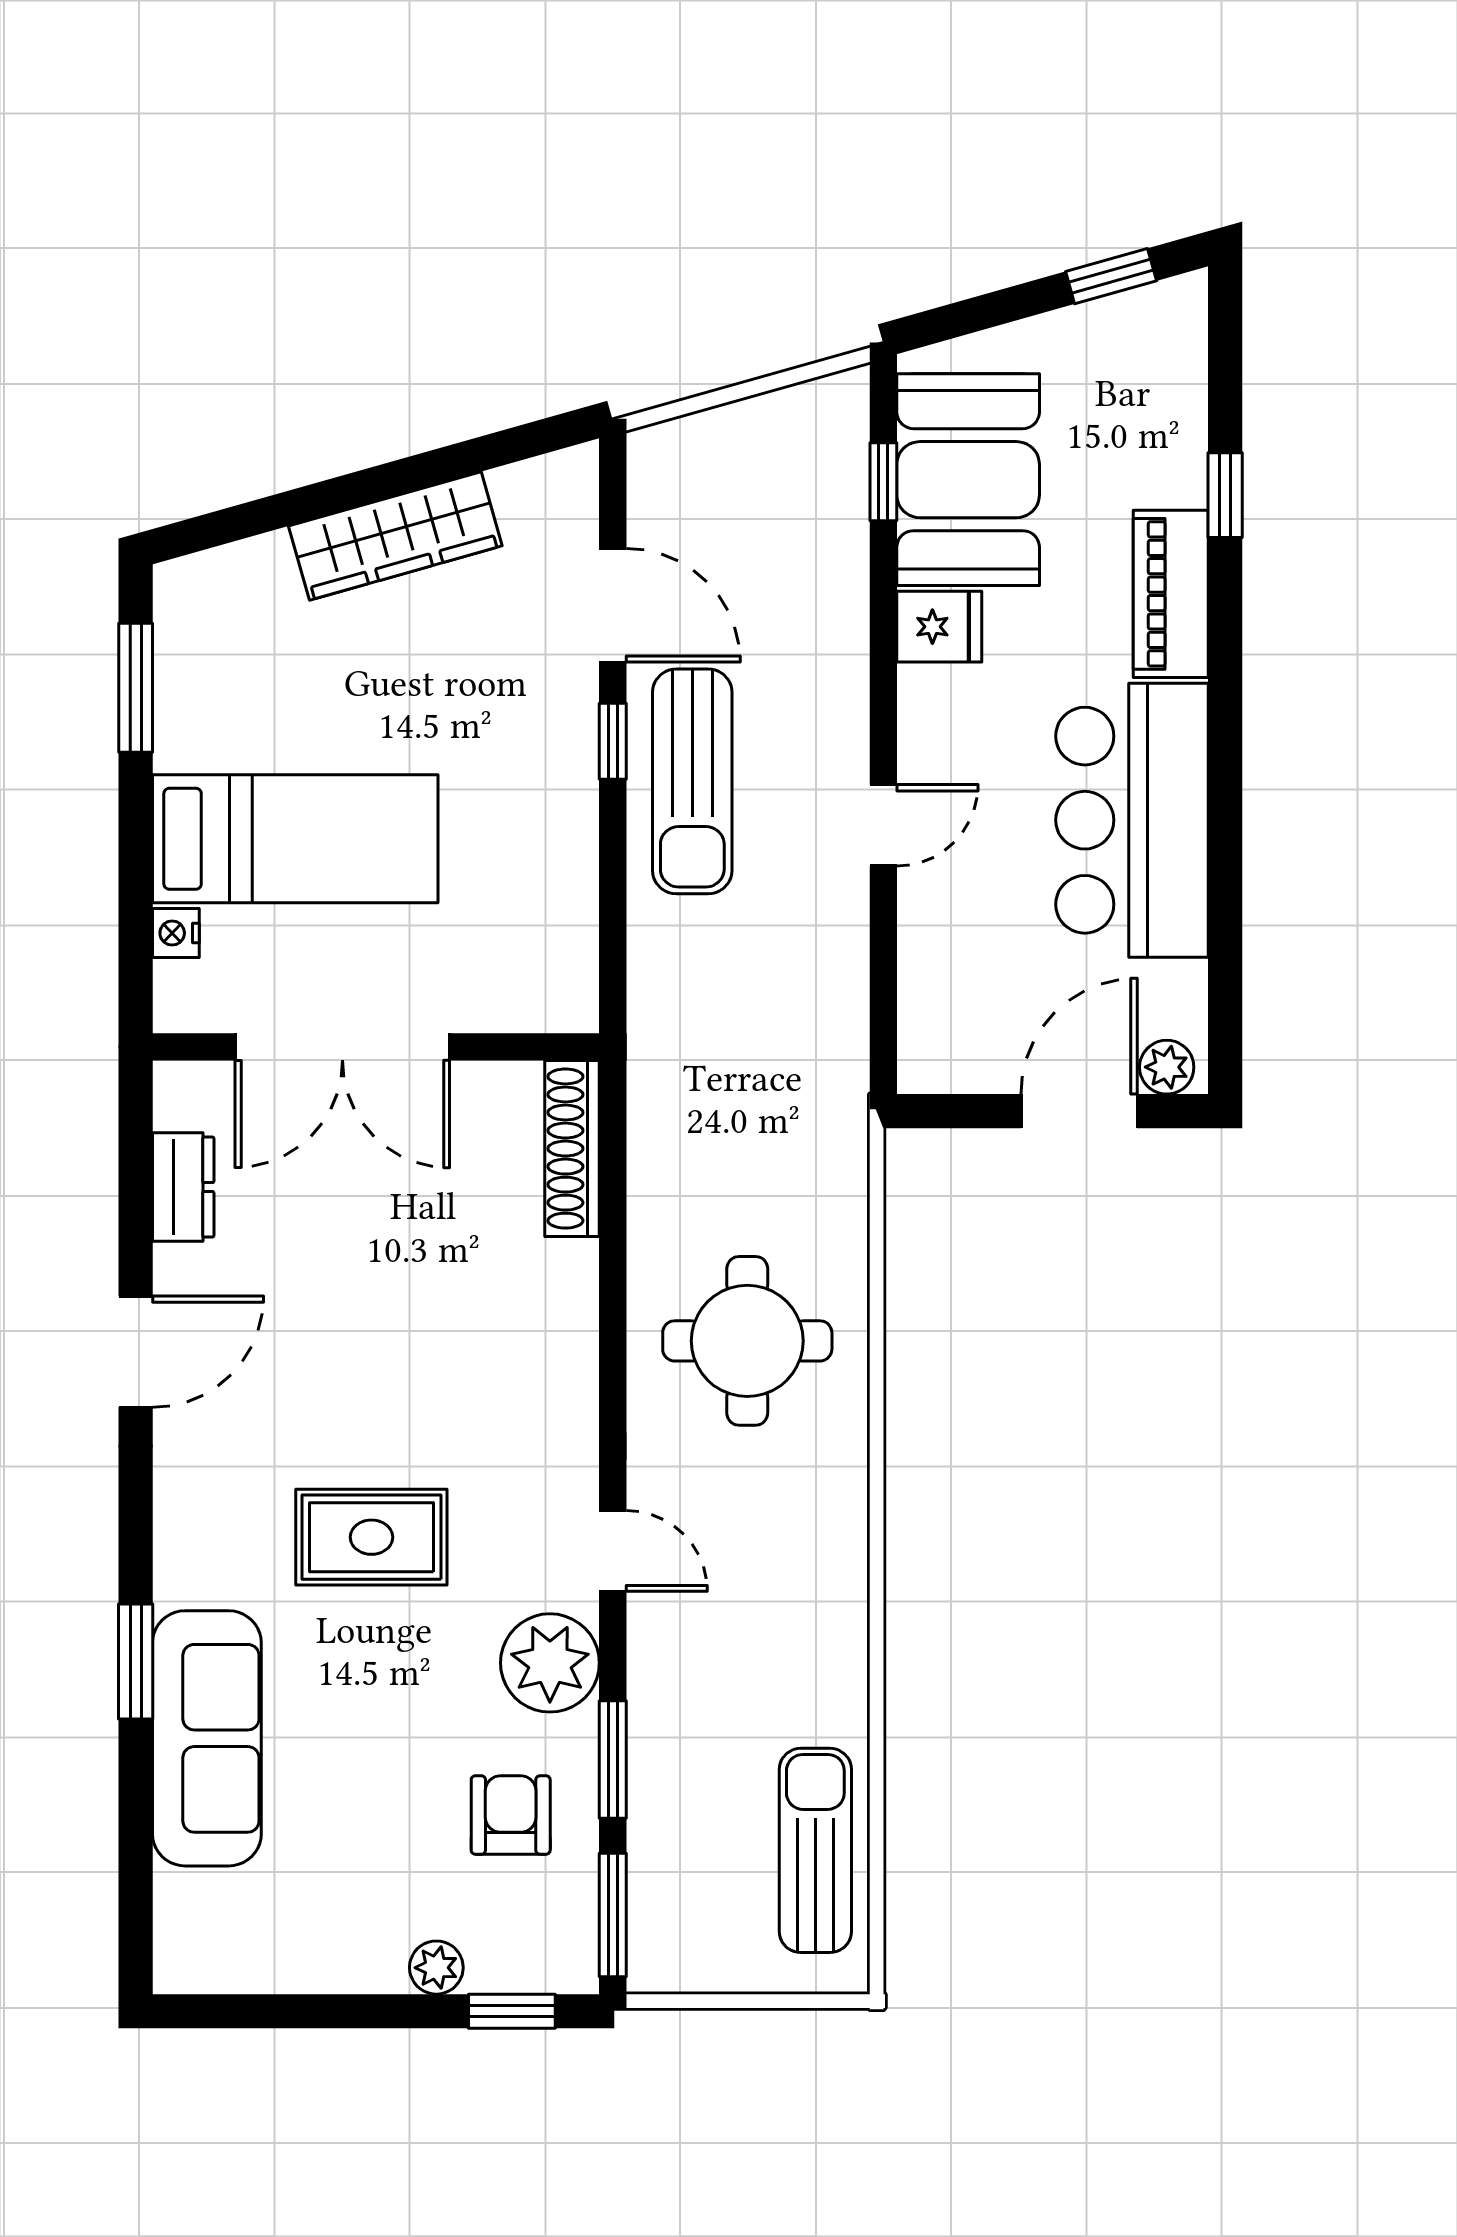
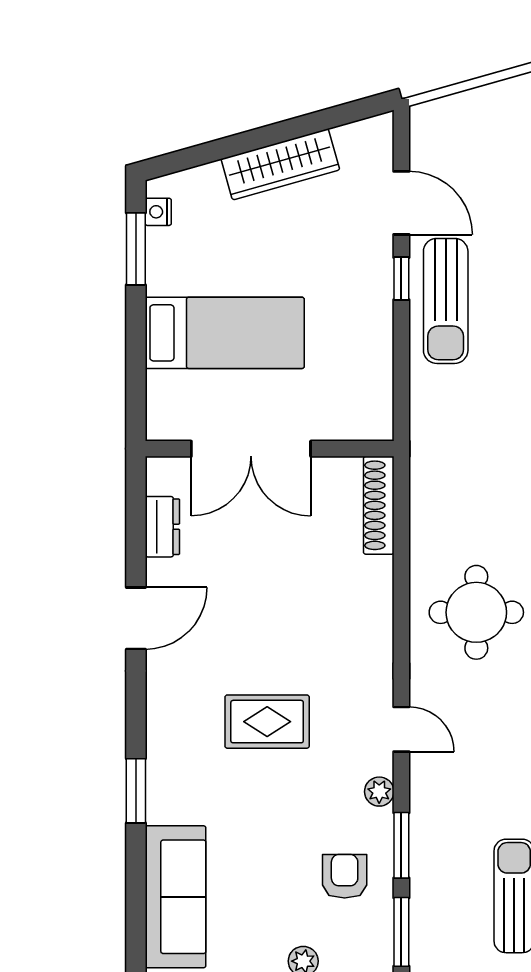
nightstand: (176, 933) -> (158, 212), moved
plant: (550, 1663) -> (379, 792), width x0.53, depth x0.53
sofa: (207, 1738) -> (175, 897), moved

